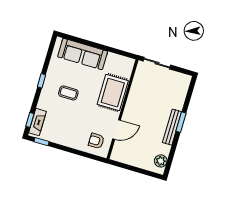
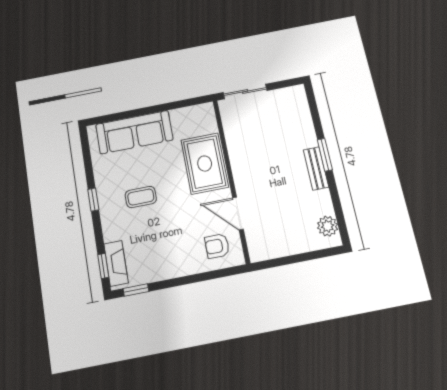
bench: (172, 127) -> (316, 168), width x0.73
door: (117, 129) -> (238, 213), swing flipped

